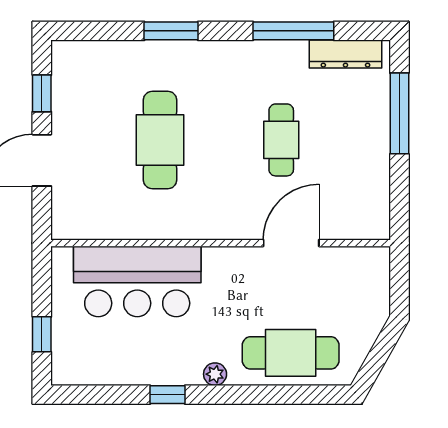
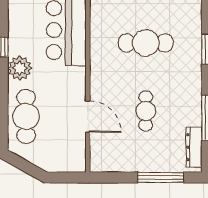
cafe table: (281, 140) -> (146, 111), turned 90
plant: (215, 374) -> (20, 68), width x1.87, depth x1.87

